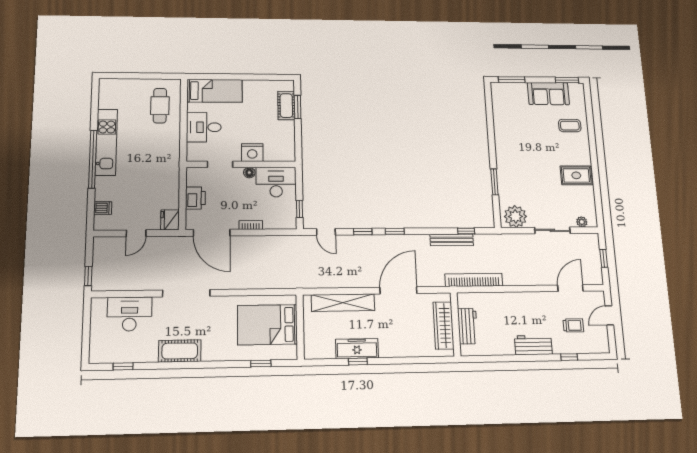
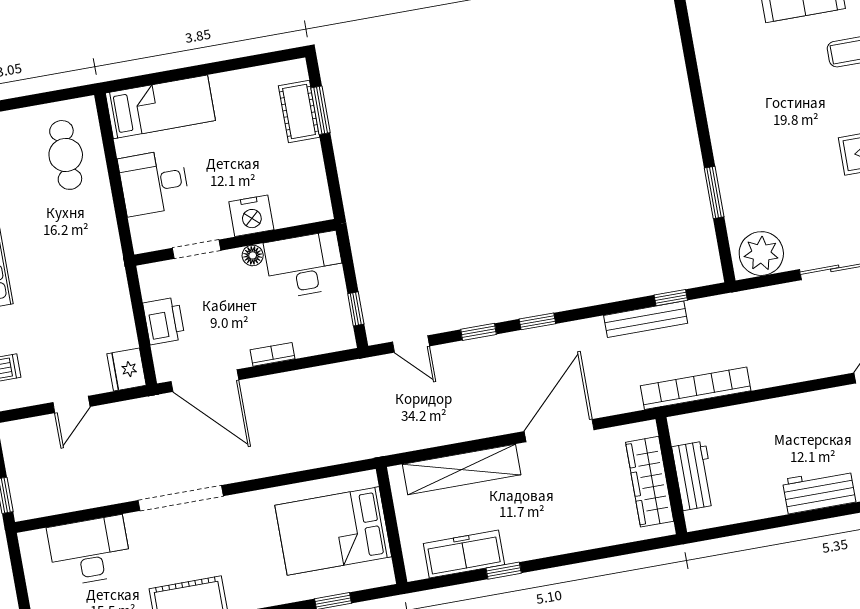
freezer: (357, 348) -> (464, 554), moved

